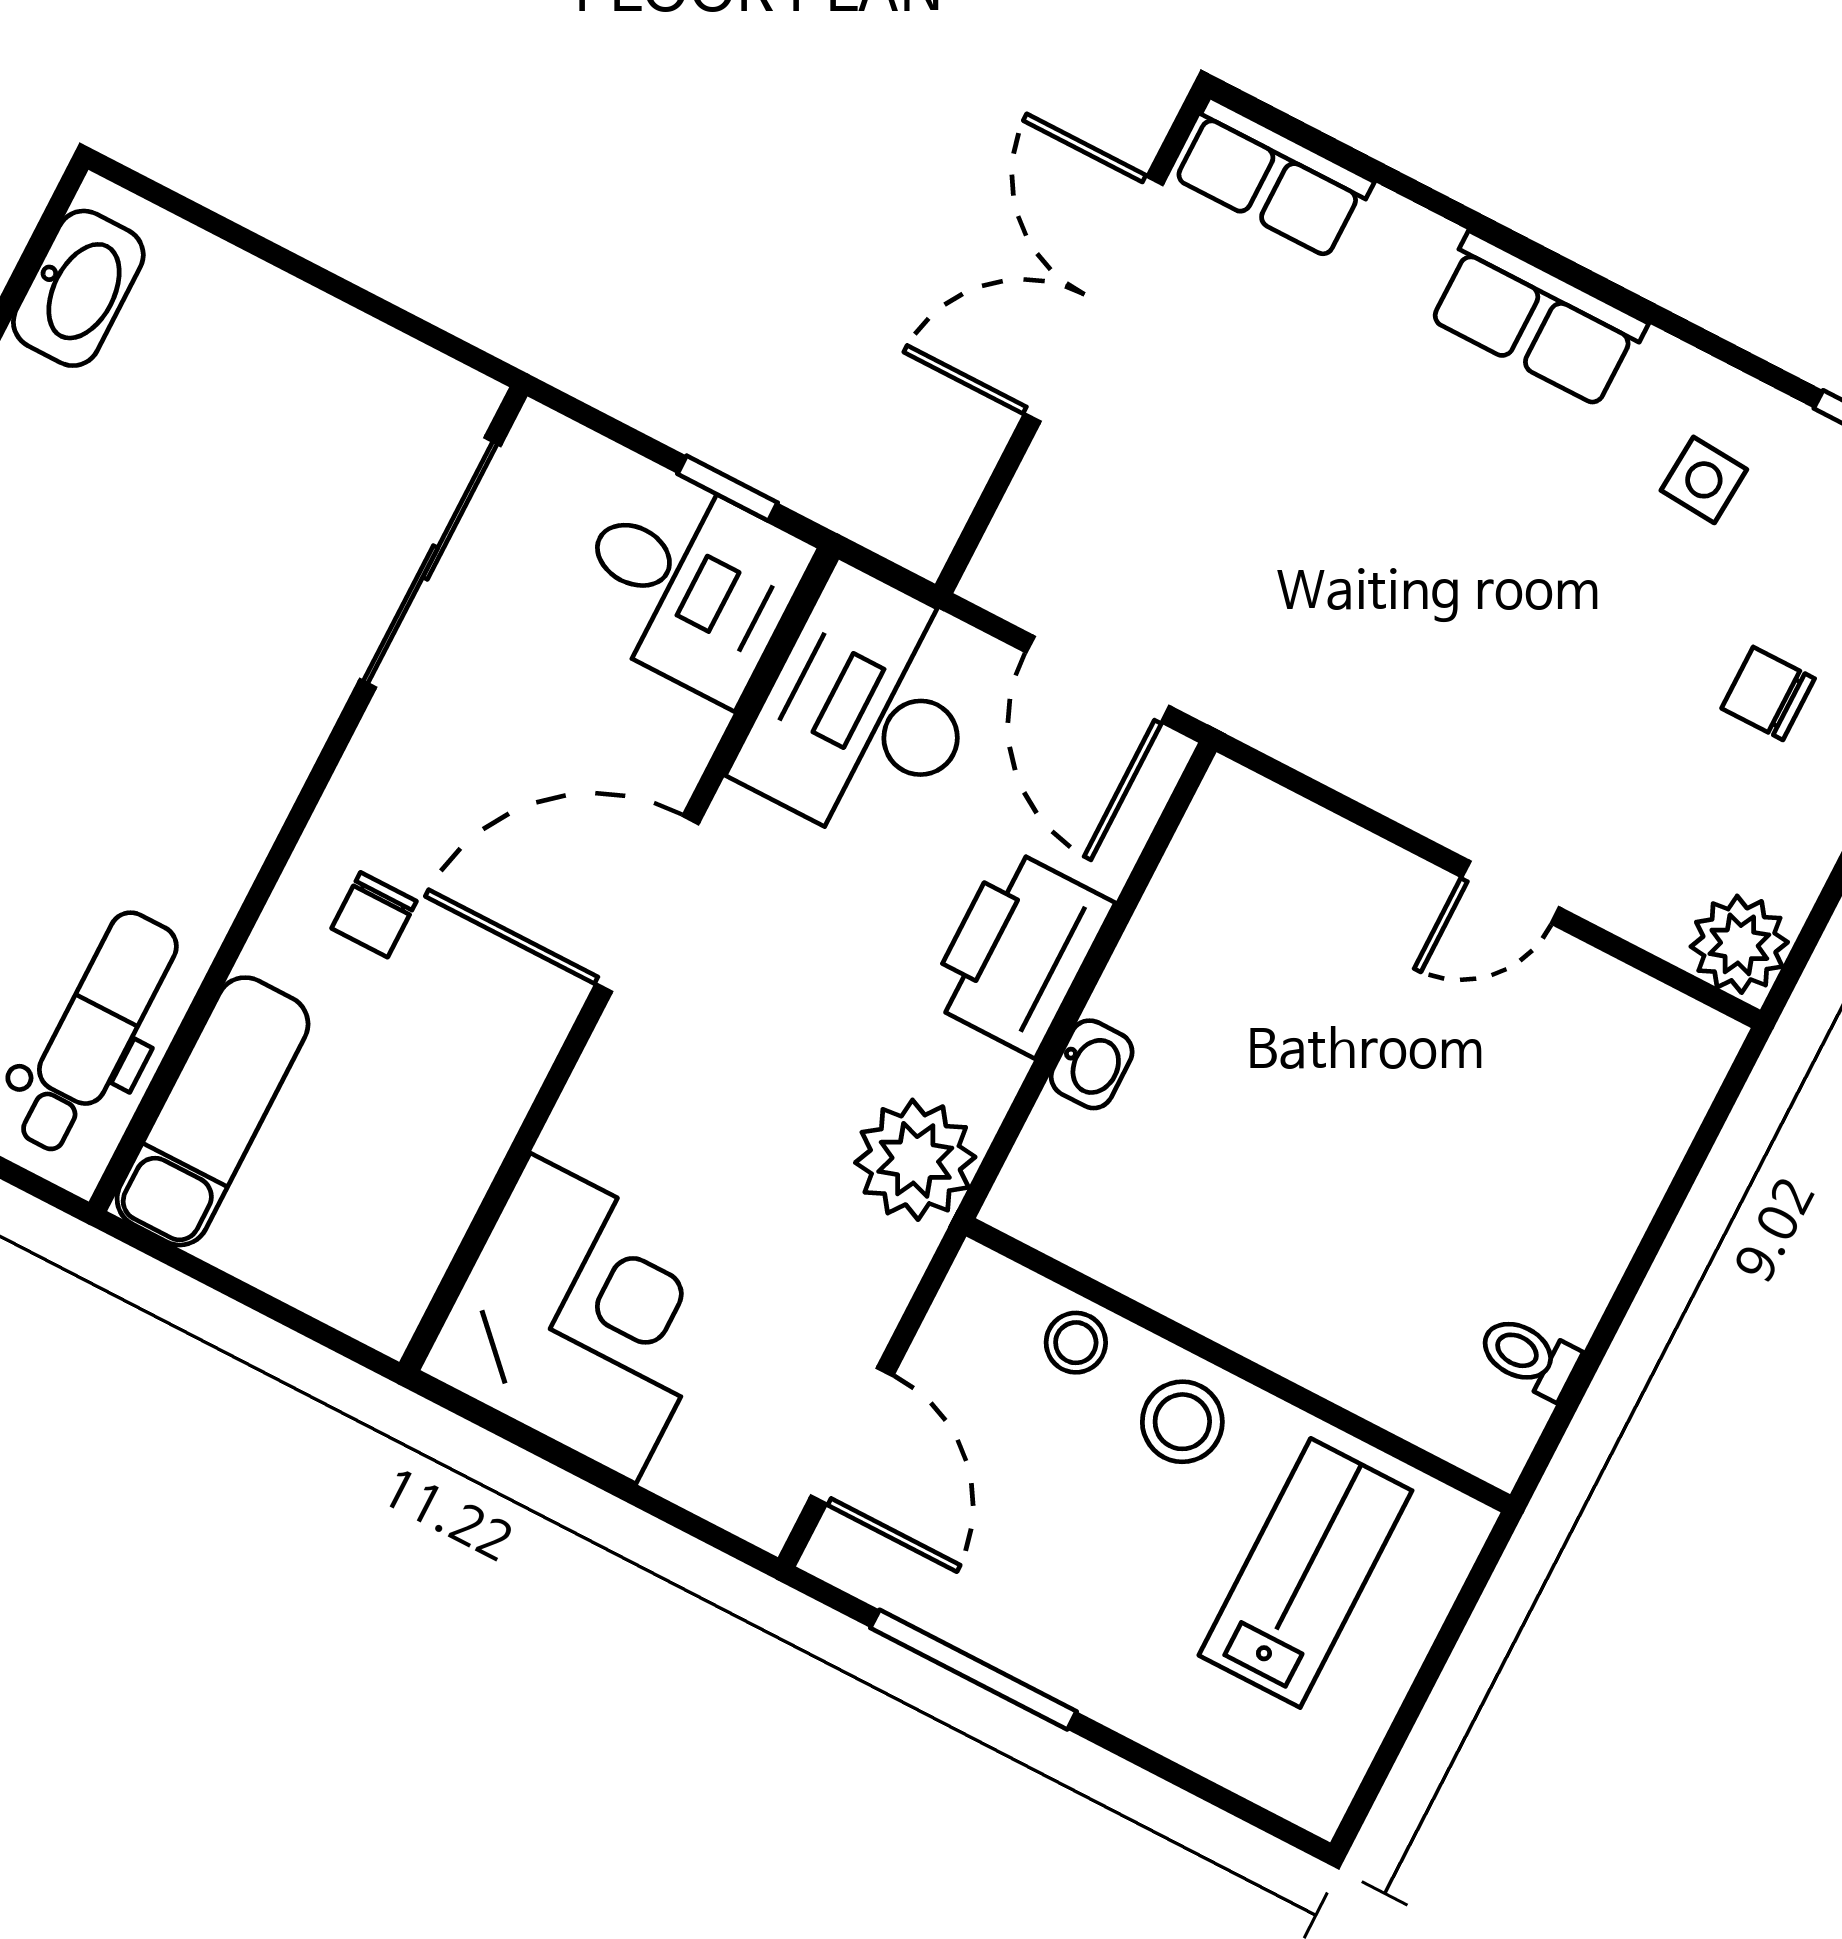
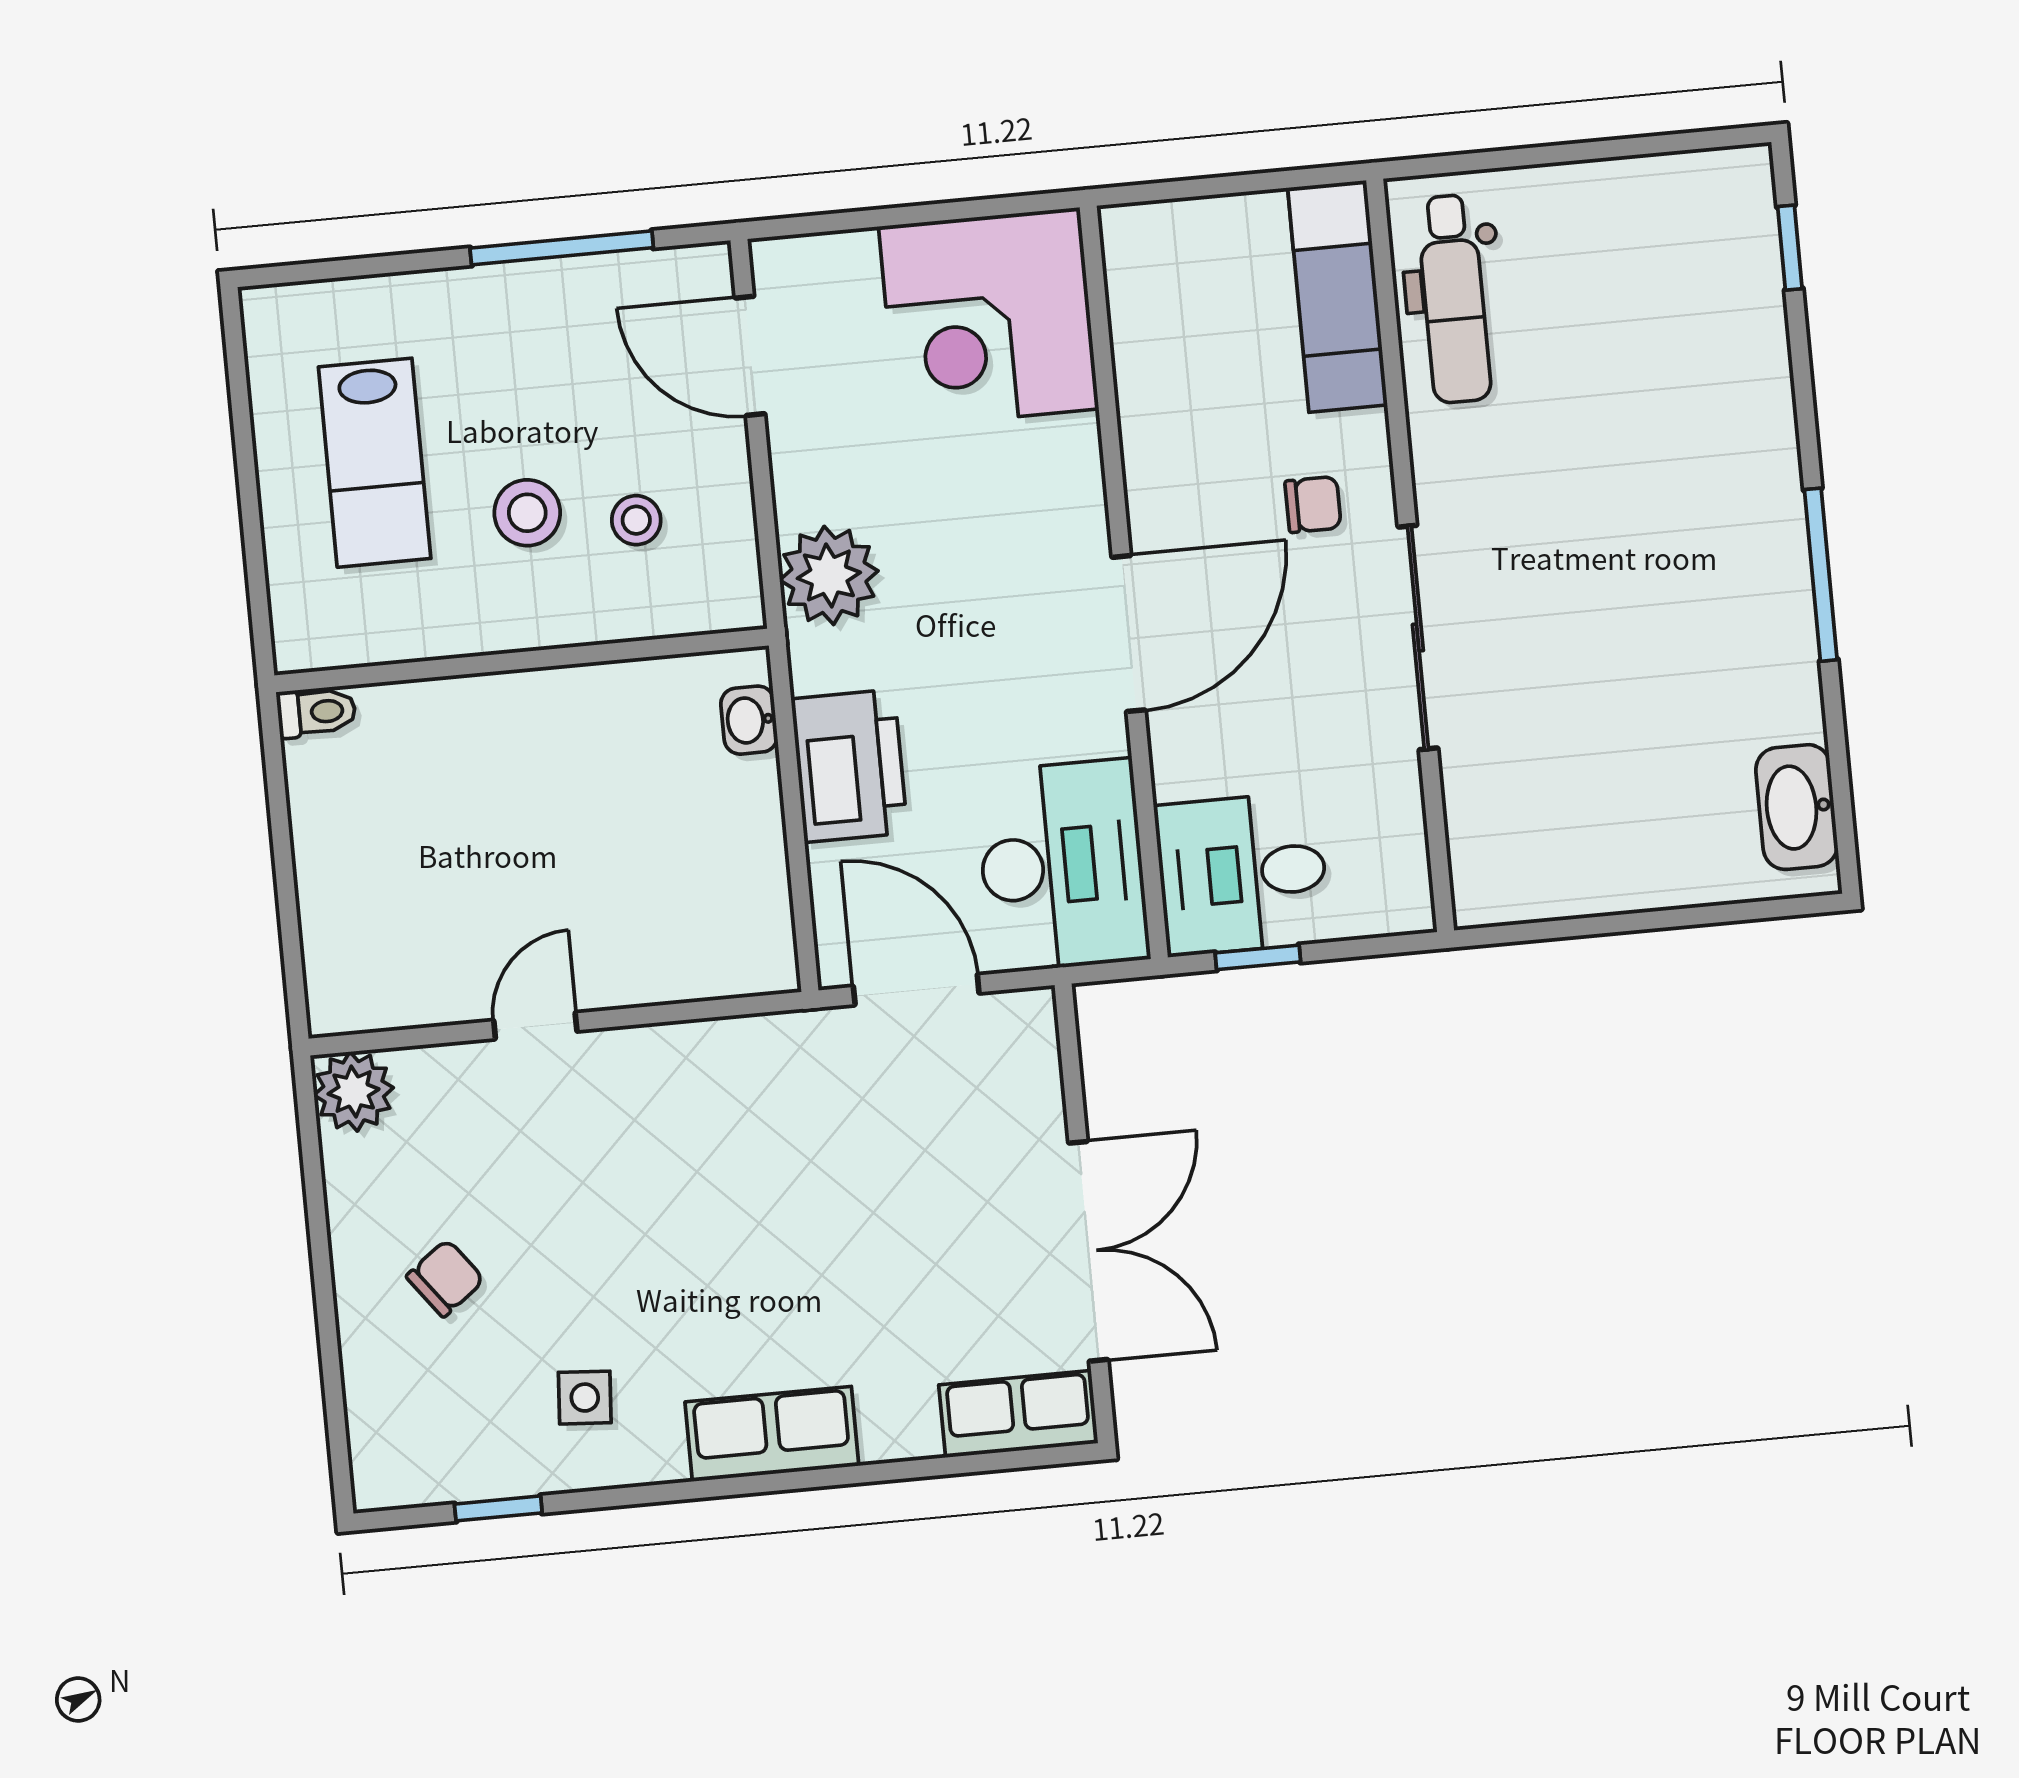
sliding door: (430, 562) -> (1418, 638), moved
chair: (1768, 693) -> (445, 1278), turned -37
chair: (374, 915) -> (1313, 504), turned 90
wall: (1238, 1365) -> (521, 661), moved

